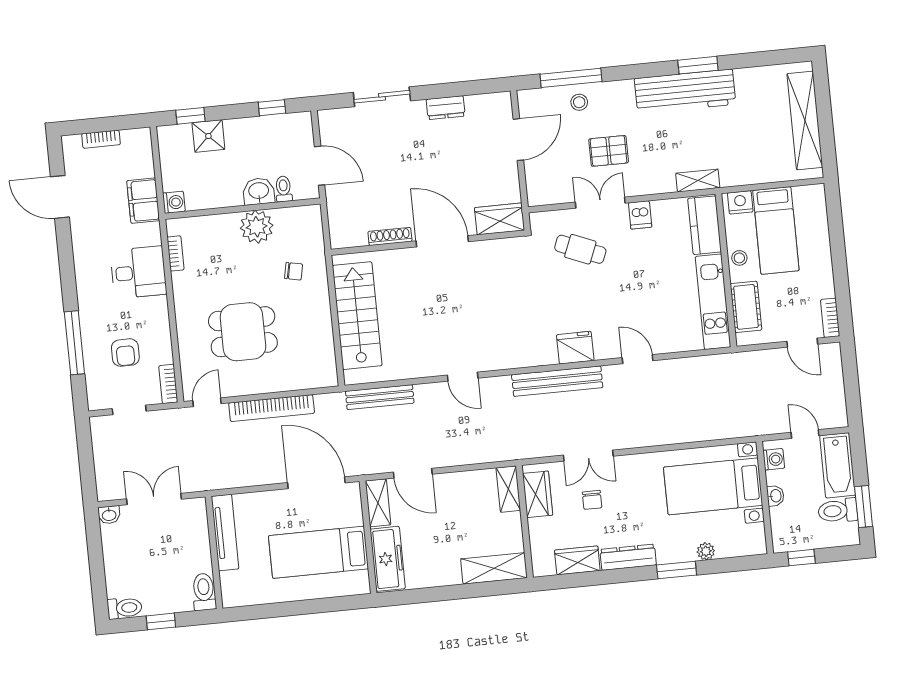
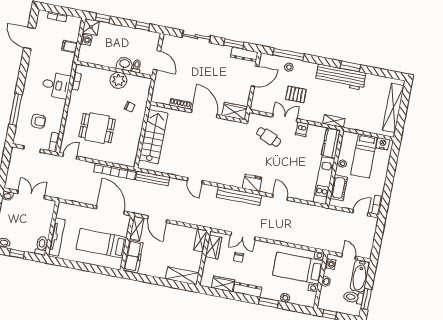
window: (459, 89) -> (234, 44), added
dresser: (446, 108) -> (244, 55), moved, width x1.44
shower: (208, 136) -> (91, 27), moved
filing cabinet: (143, 201) -> (69, 47), width x0.50
washing machine: (174, 202) -> (86, 40), moved
nightstand: (740, 202) -> (383, 144), moved
door: (802, 343) -> (360, 213), swing flipped
armchair: (125, 353) -> (38, 121), turned -90
bookcase: (272, 408) -> (115, 171), moved
tv unit: (225, 533) -> (57, 237), moved

